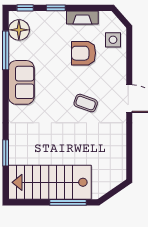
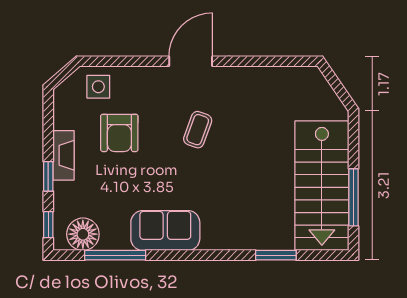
fireplace: (82, 18) -> (63, 155), moved
window: (68, 202) -> (354, 197), moved

